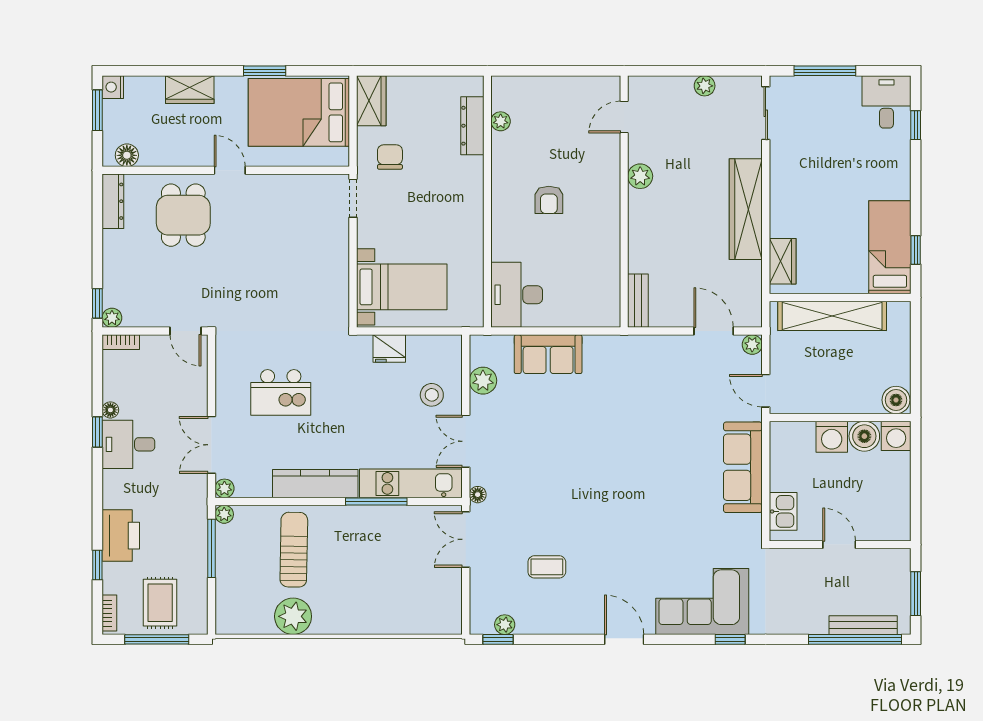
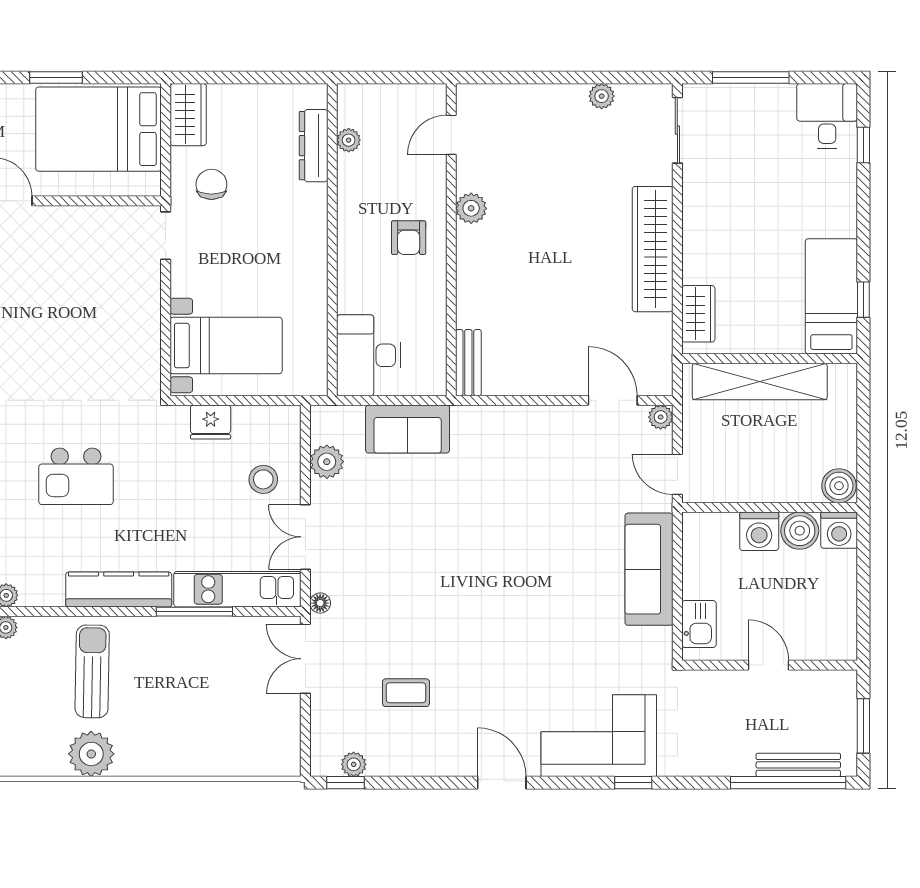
door: (624, 117) -> (451, 135), moved
plant: (640, 176) -> (471, 208), moved
wall: (624, 202) -> (451, 240), moved
bench: (638, 301) -> (468, 363), moved

